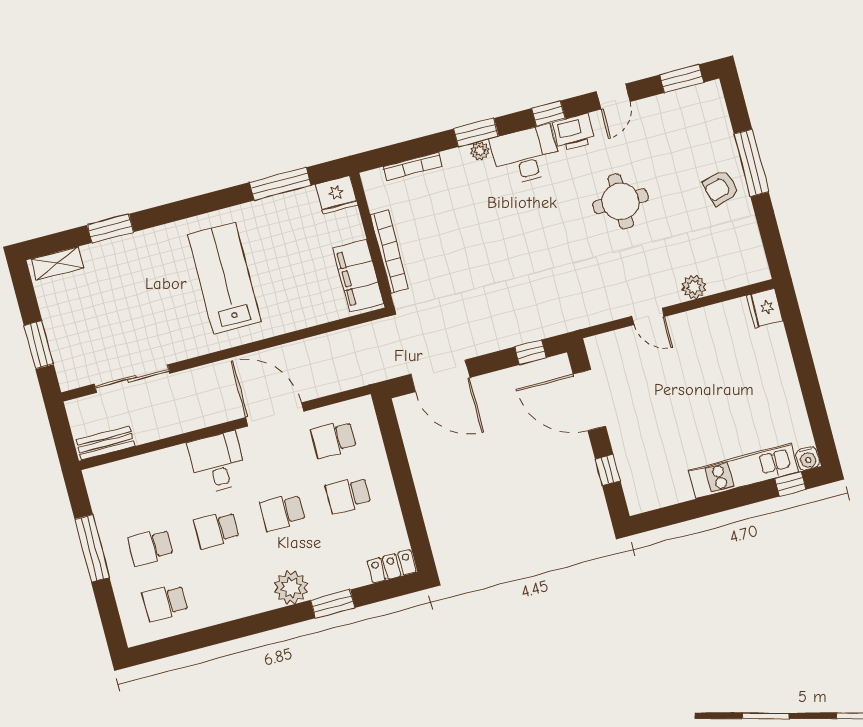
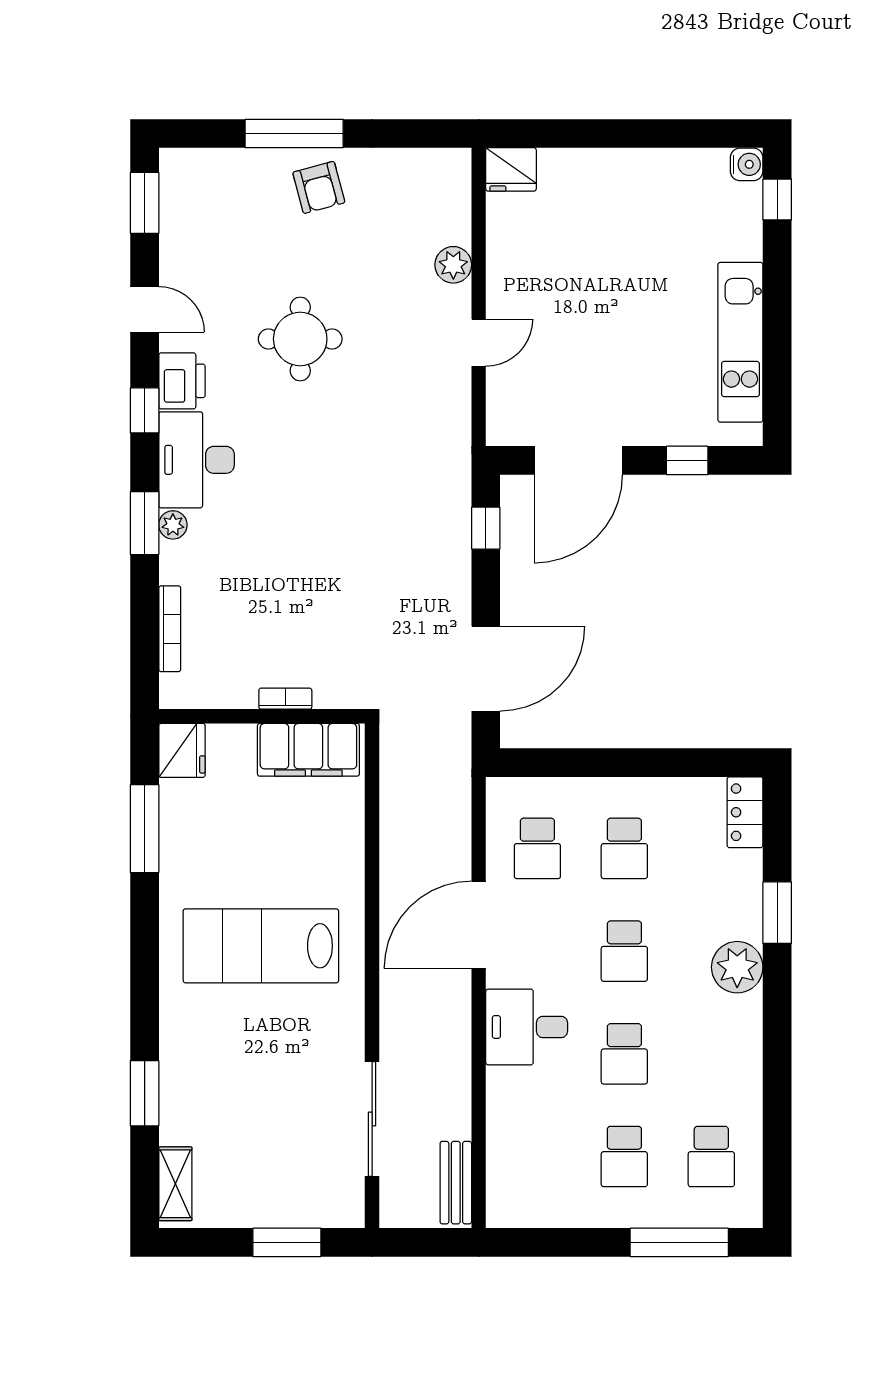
bookcase: (389, 252) -> (285, 699), width x0.43, depth x0.76
kitchen unit: (743, 471) -> (740, 342), moved
window: (92, 548) -> (679, 1242), moved

